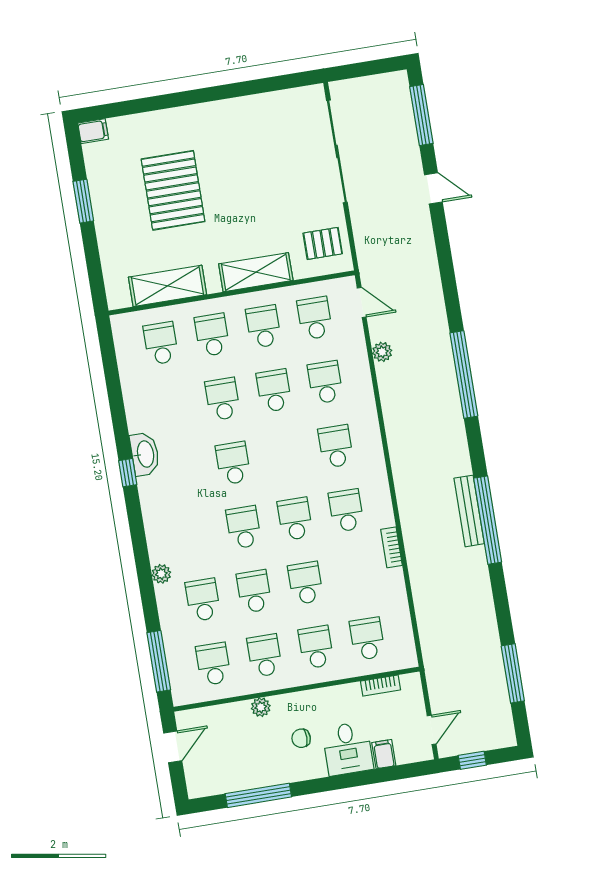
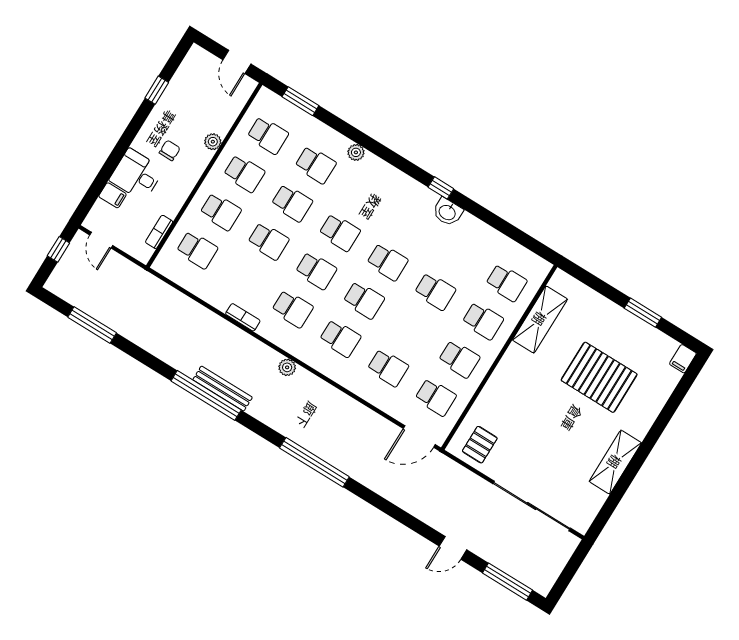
shelving: (256, 272) -> (615, 462), moved
door: (362, 302) -> (419, 437), width x1.38
plant: (382, 352) -> (287, 367), moved
school desk: (274, 391) -> (364, 300), moved
washbasin: (145, 454) -> (447, 212), width x0.72
window: (159, 661) -> (300, 101), width x0.69
window: (258, 795) -> (157, 90), width x0.46

